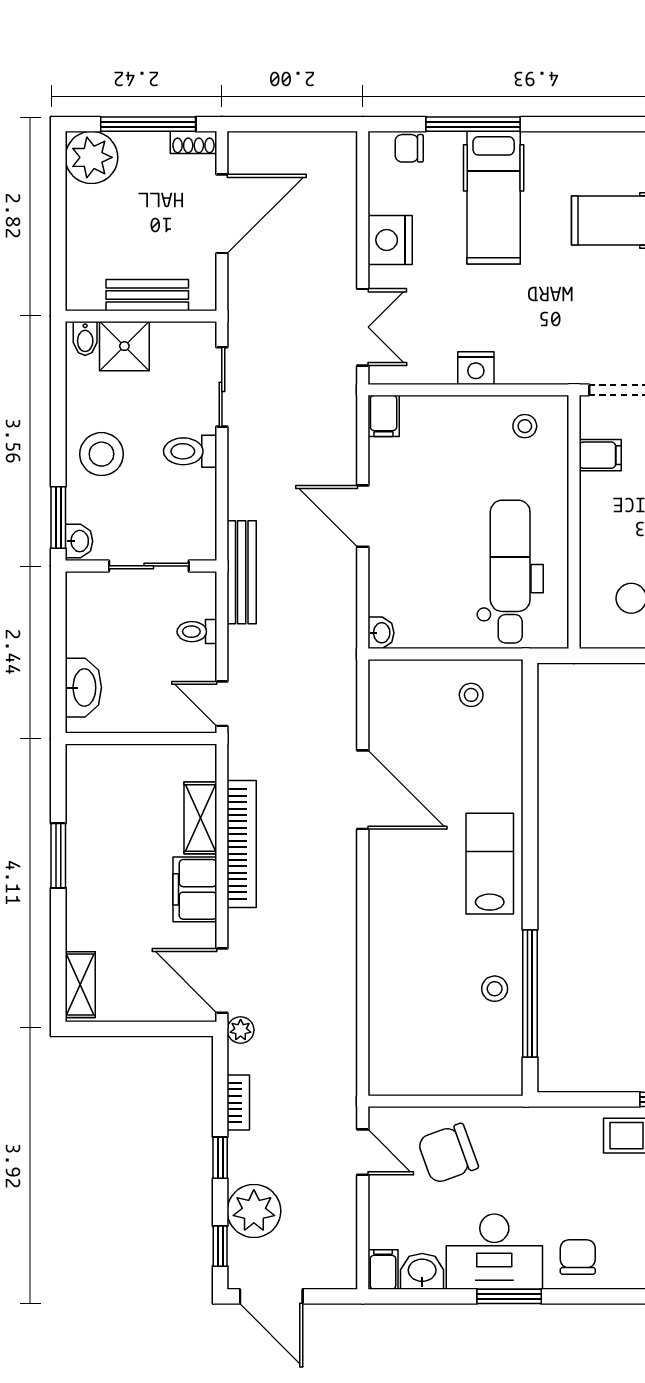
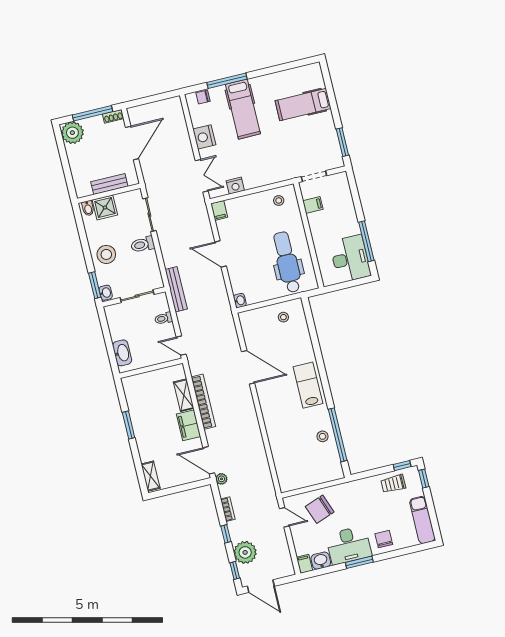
nightstand: (476, 368) -> (235, 186), moved

